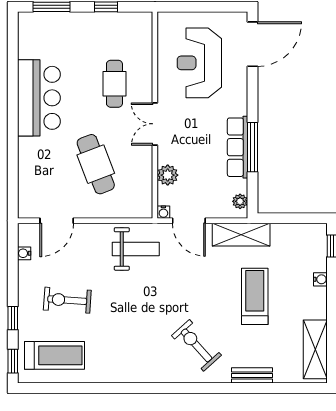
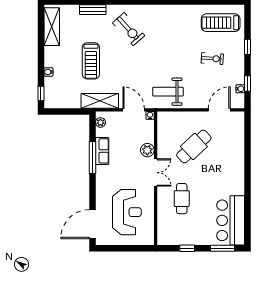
bar counter: (39, 98) -> (231, 220), moved
row of seats: (238, 147) -> (102, 151), width x0.68
cafe table: (96, 164) -> (194, 146), turned 68
plant: (168, 175) -> (147, 150), moved
exercise bike: (67, 300) -> (212, 58), width x0.73, depth x0.72
window: (13, 361) -> (248, 83), moved

